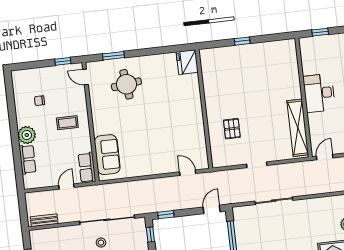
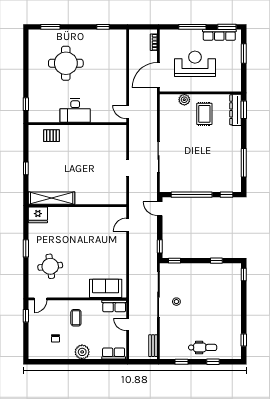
window: (113, 56) -> (26, 248), moved
shelving: (298, 128) -> (52, 198), moved
pallet: (232, 129) -> (51, 136), moved
row of seats: (27, 159) -> (114, 354), moved

